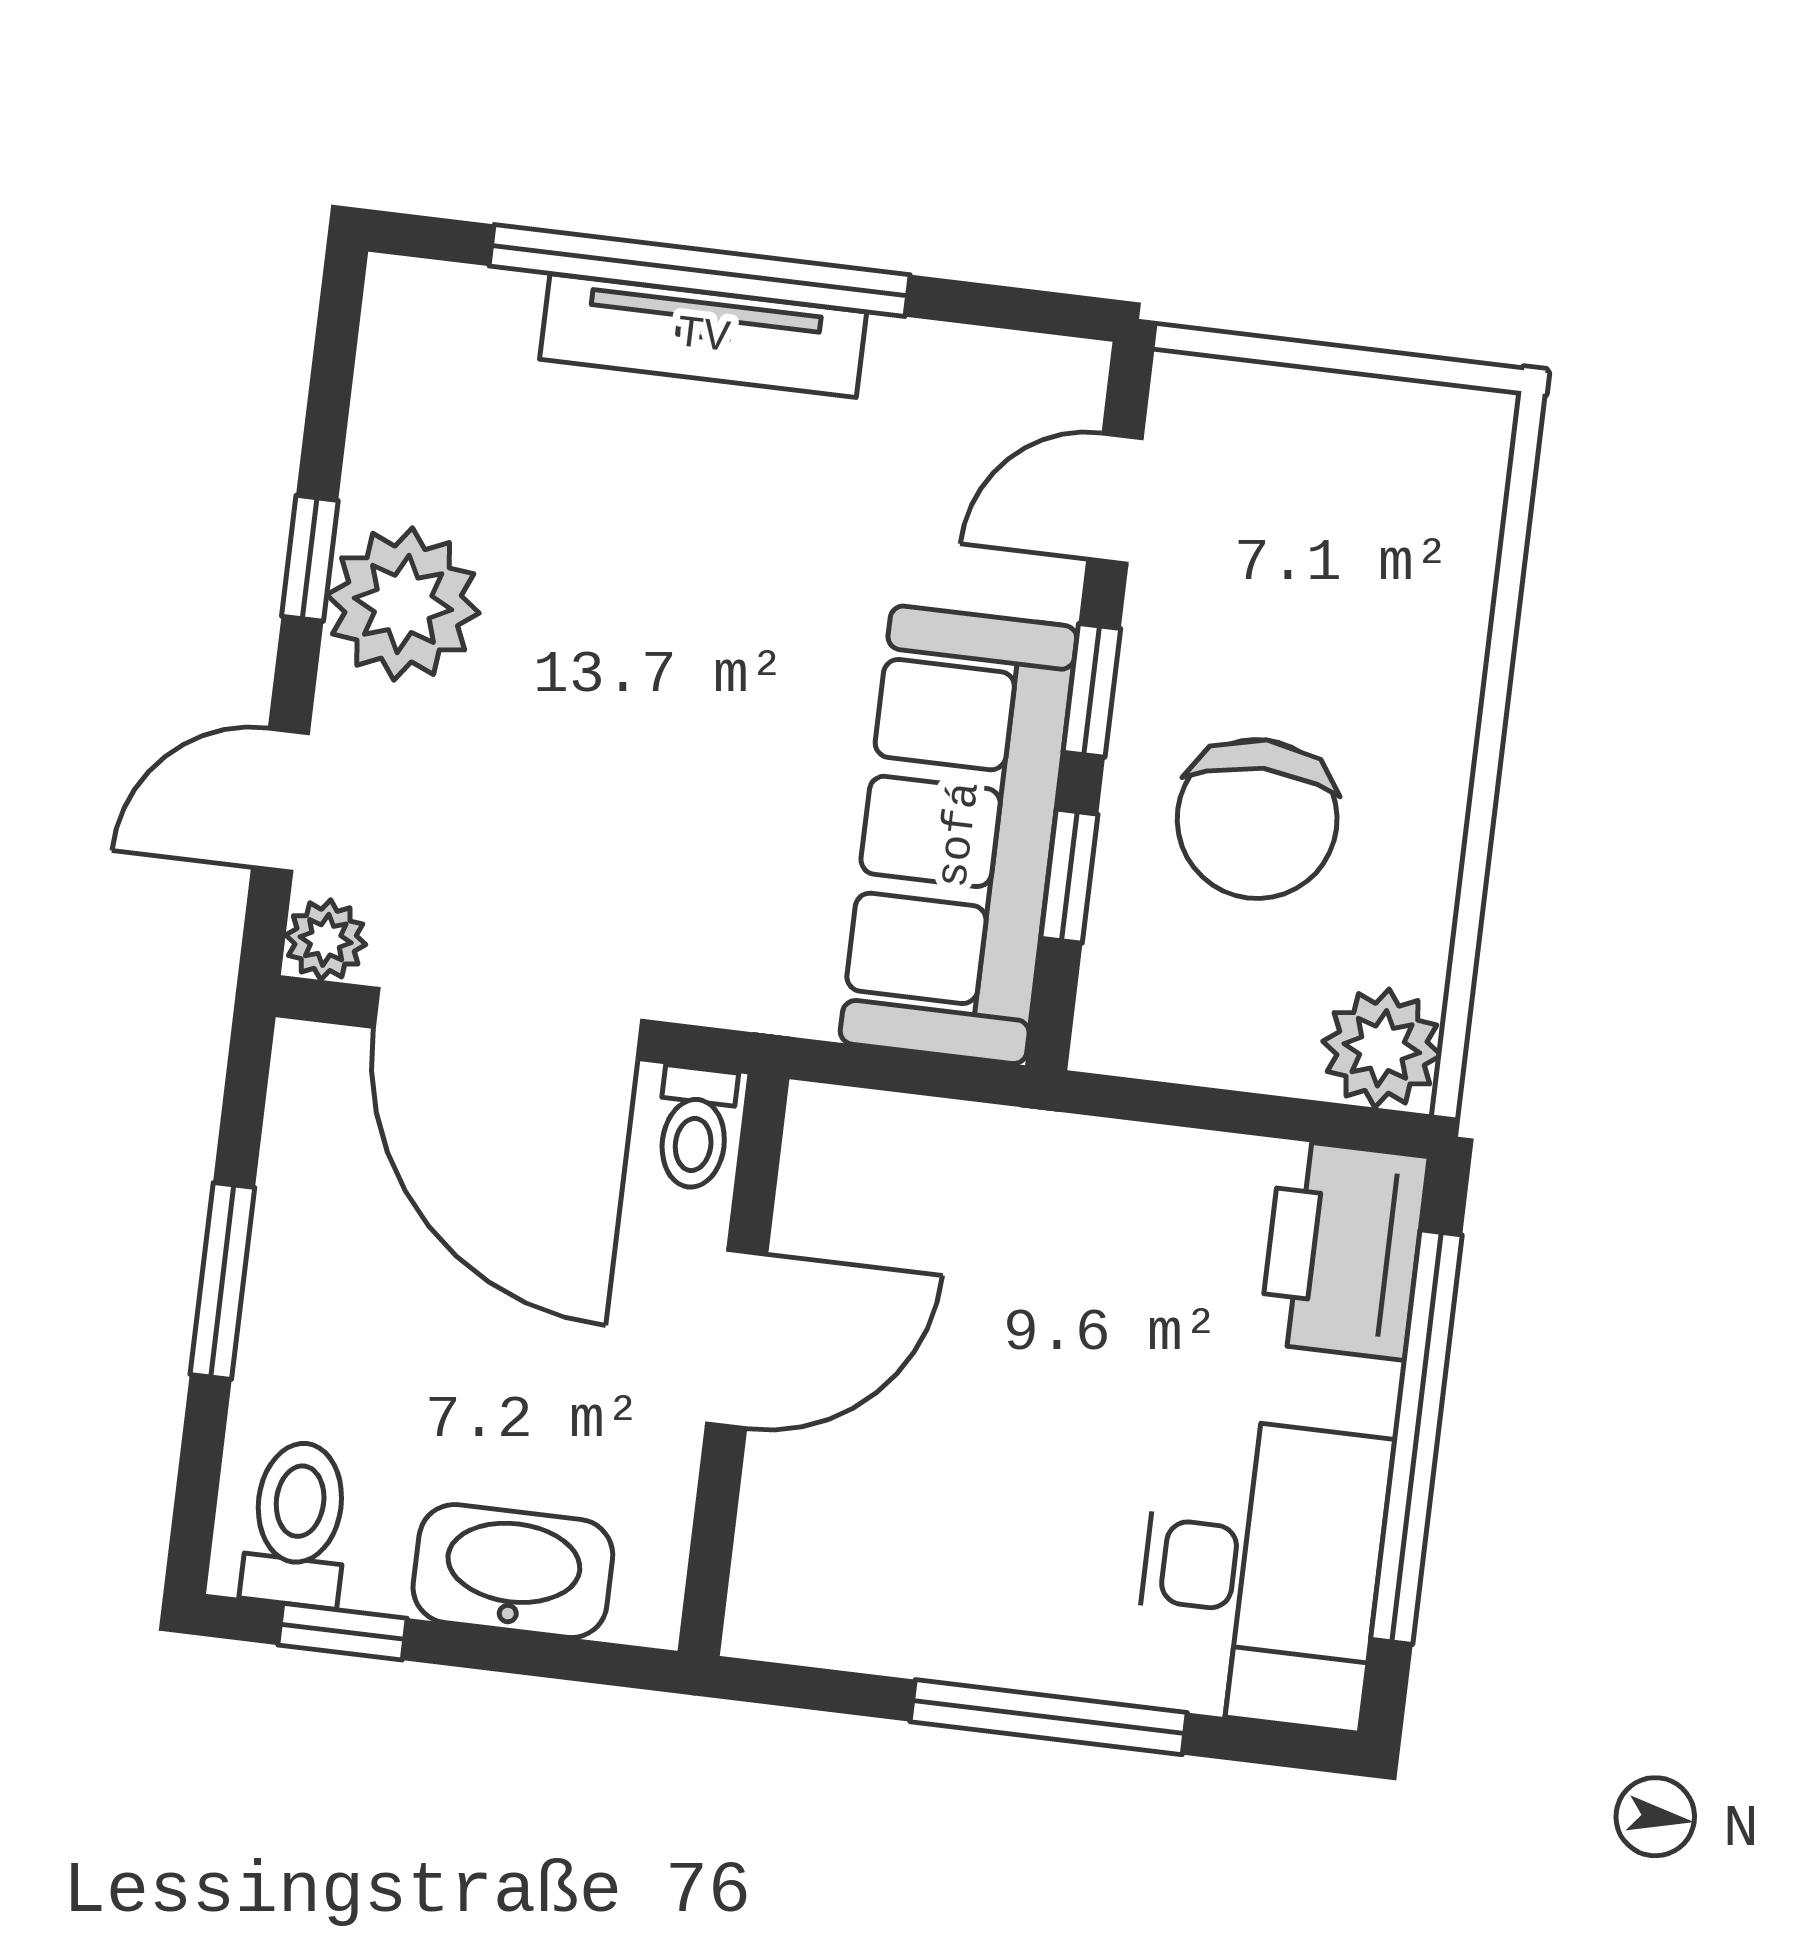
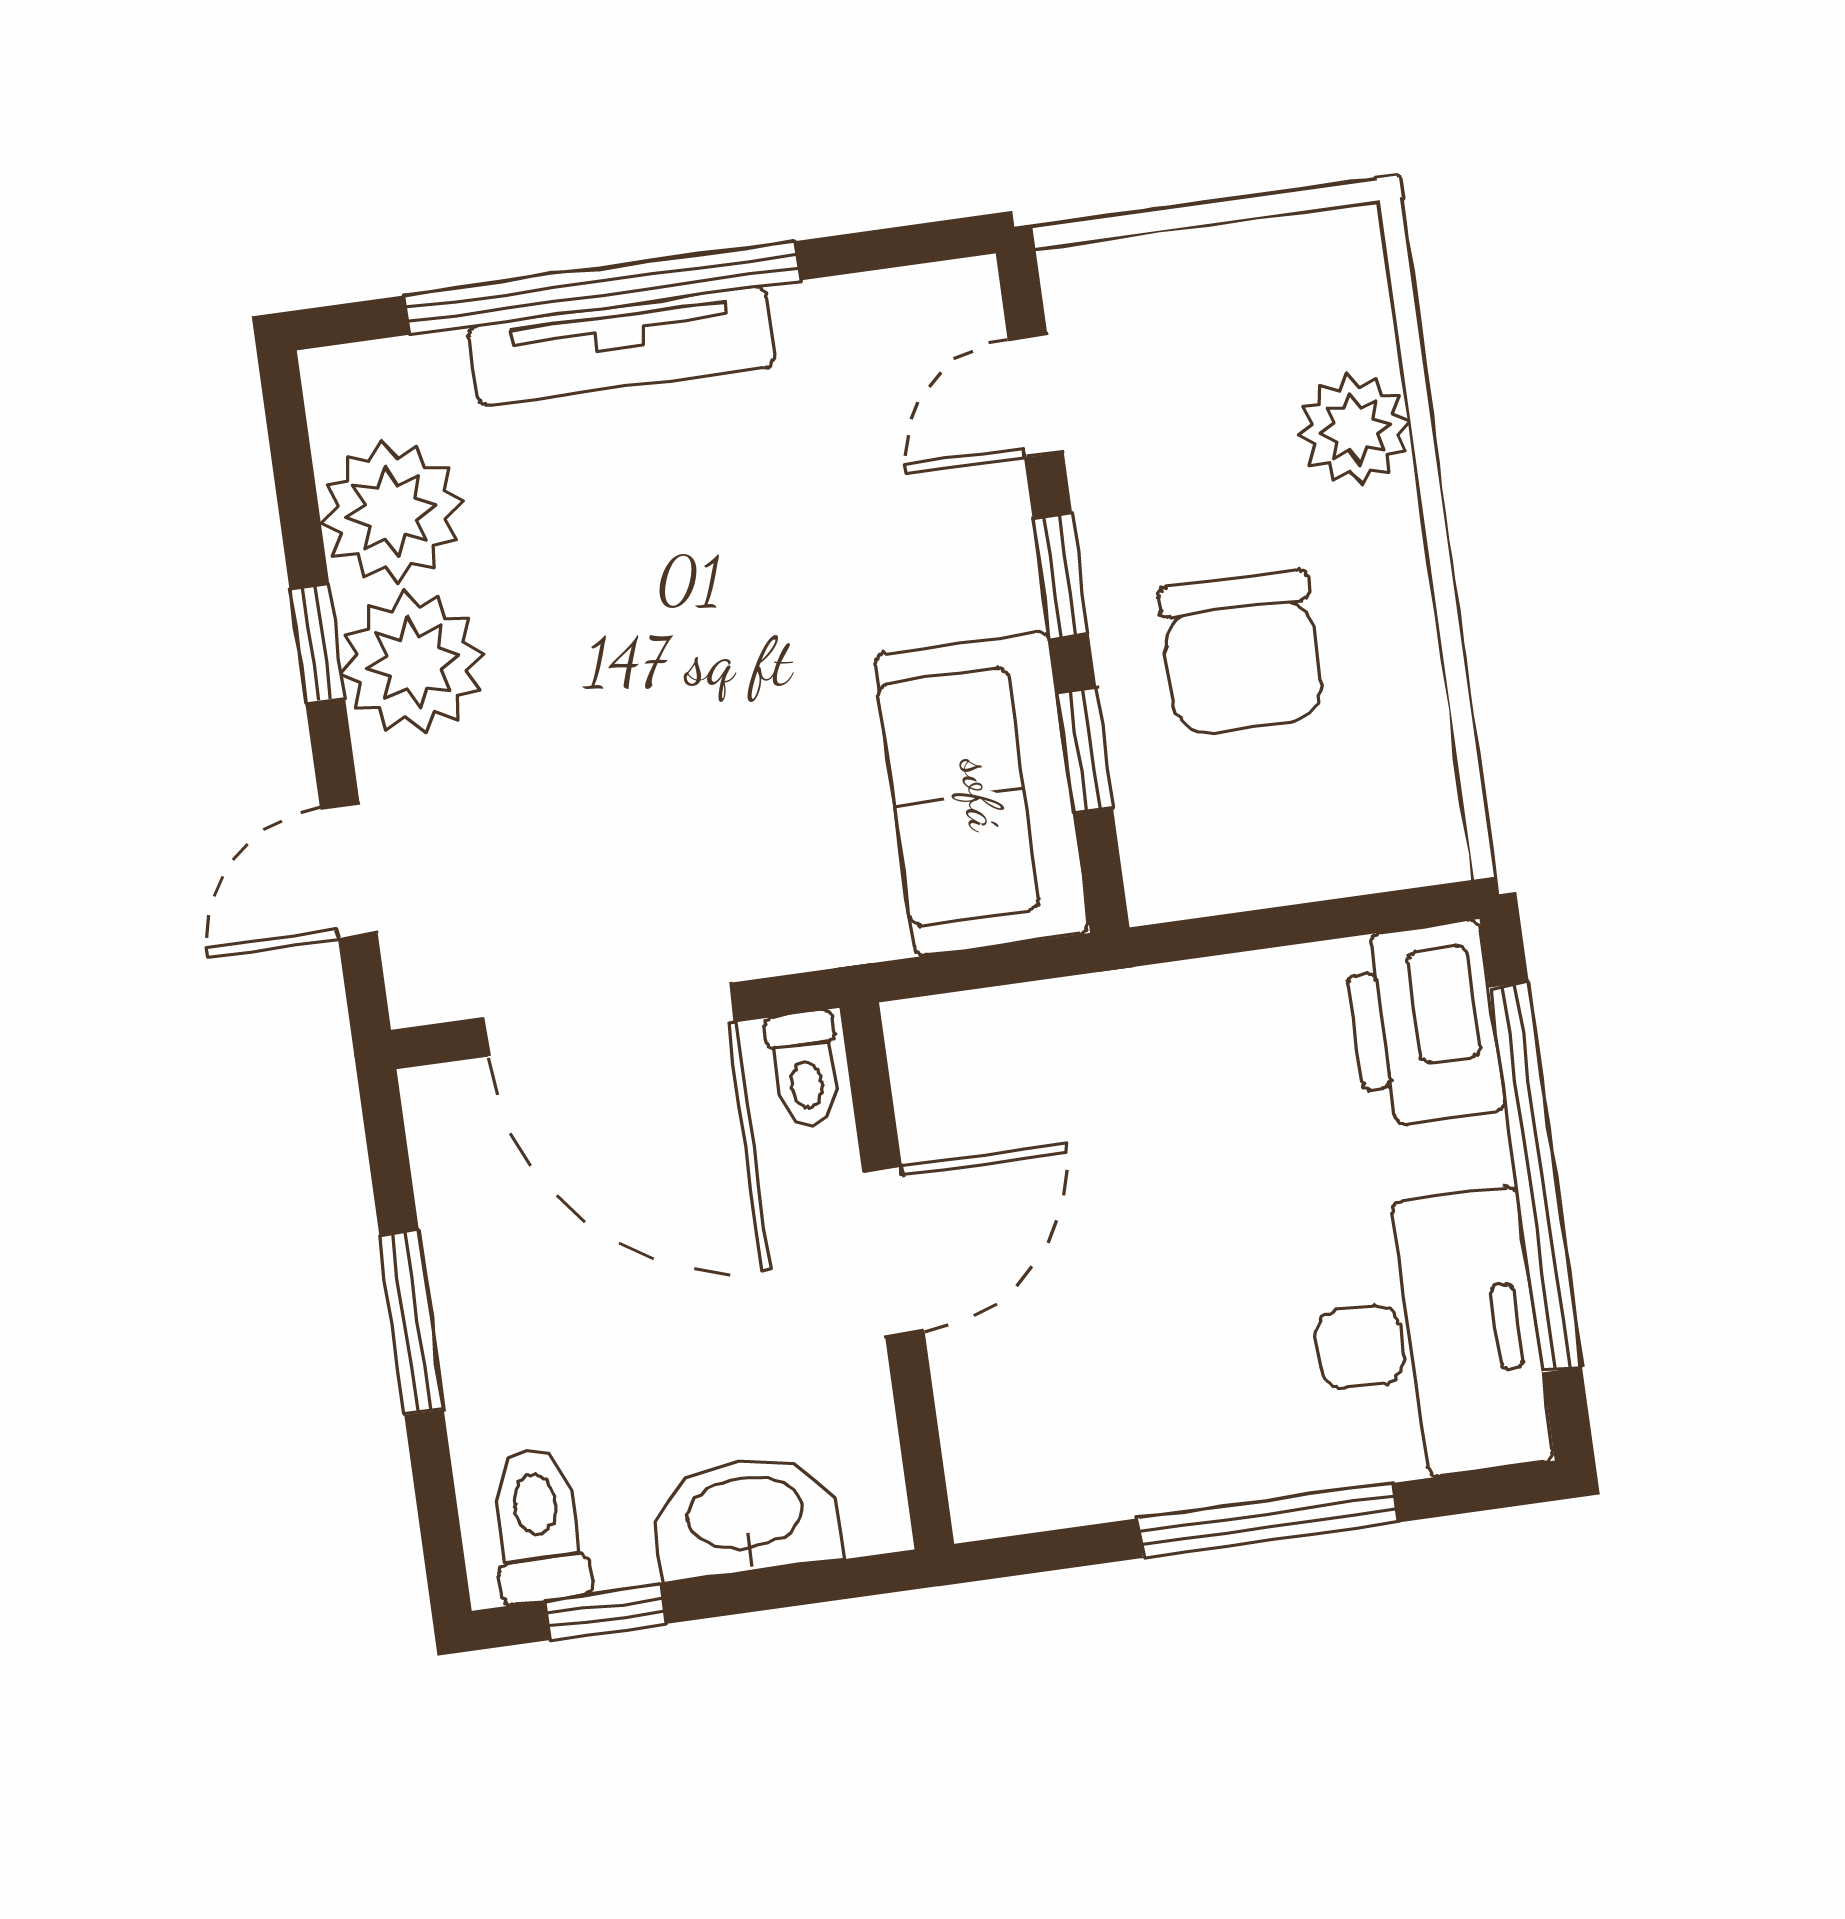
sofa: (959, 835) -> (982, 794), width x0.73
plant: (326, 940) -> (391, 512), moved, width x1.87, depth x1.87
plant: (1382, 1048) -> (1355, 429), moved

